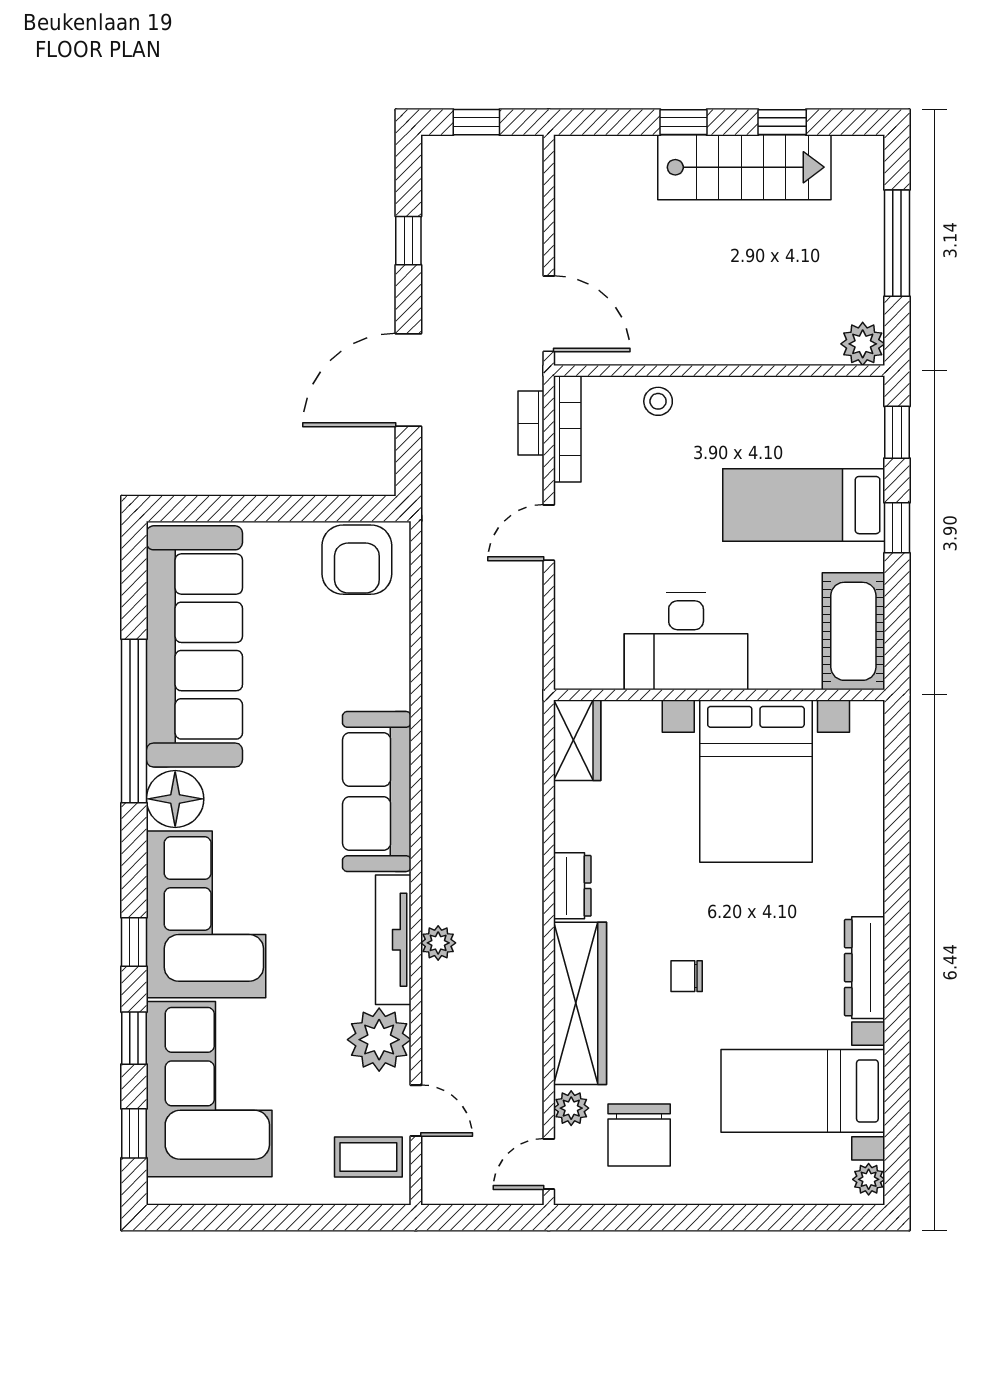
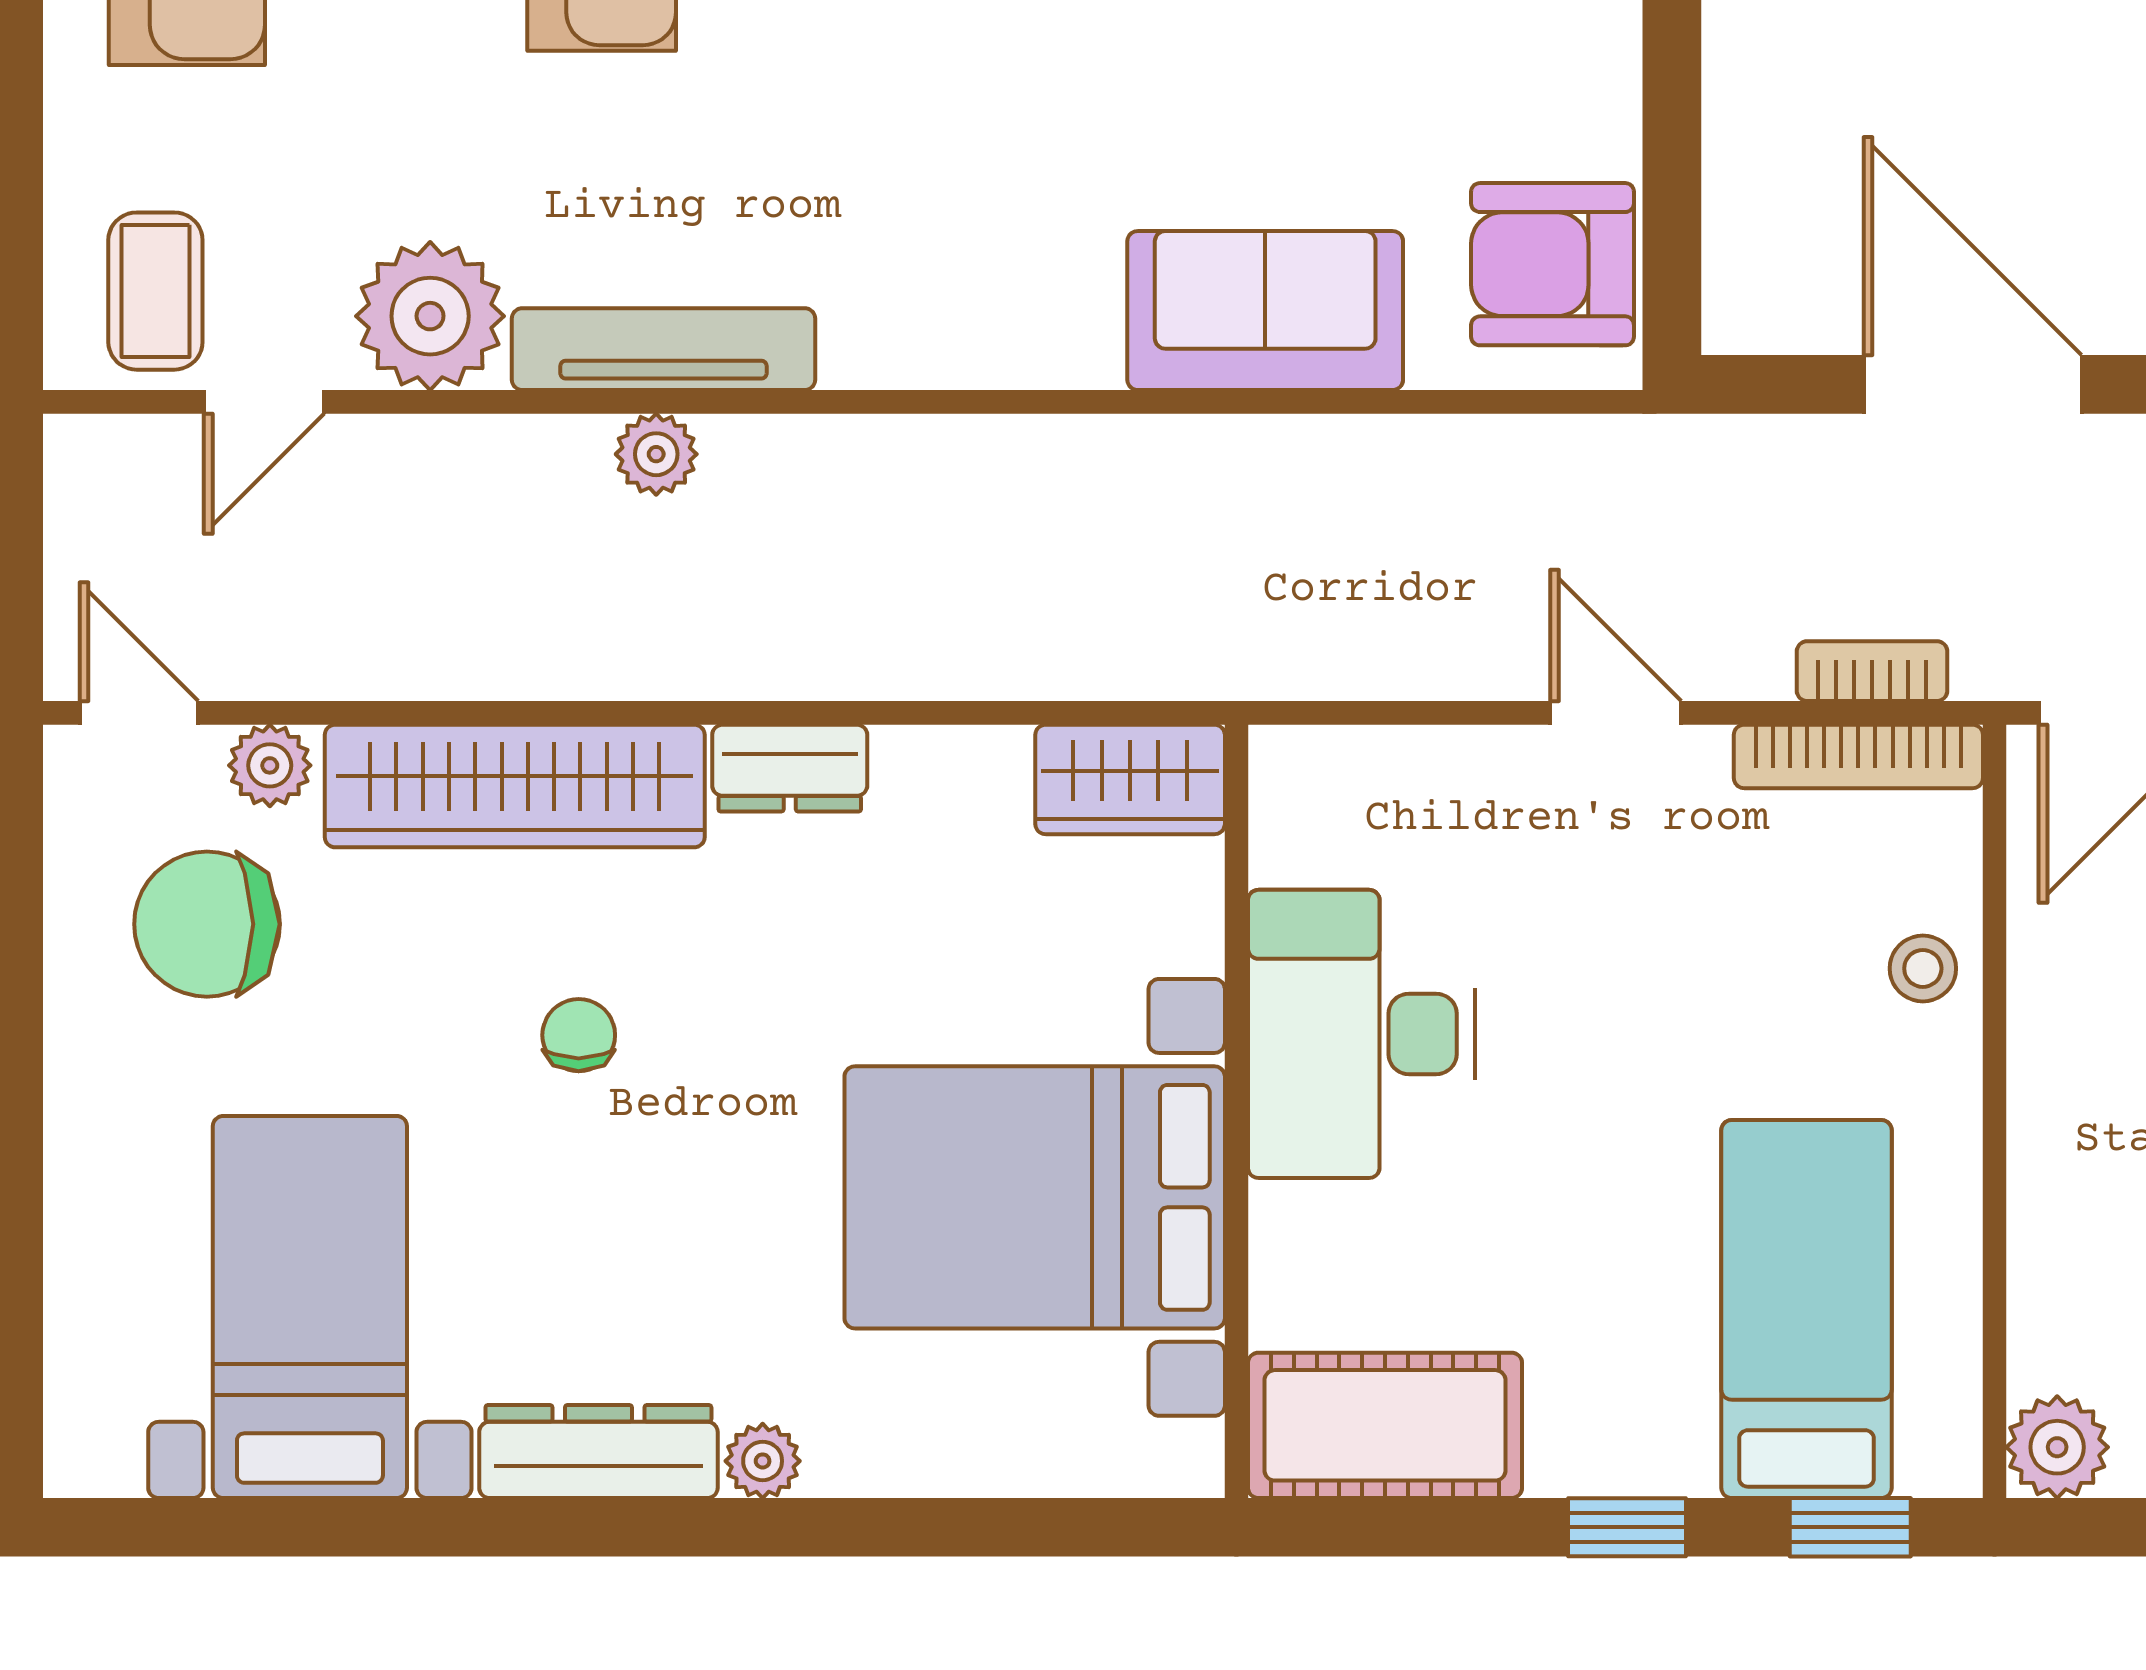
bed: (804, 505) -> (1807, 1309), moved
sofa: (377, 792) -> (1265, 311), moved, width x0.73
plant: (869, 1179) -> (763, 1461), moved

